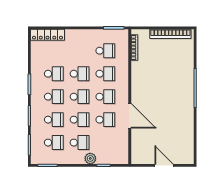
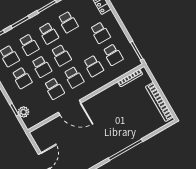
school desk: (80, 74) -> (100, 33), moved
door: (130, 116) -> (70, 108), hinge flipped
plant: (90, 158) -> (24, 112), moved

